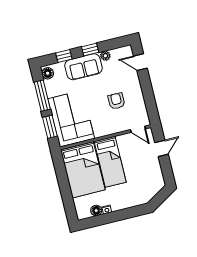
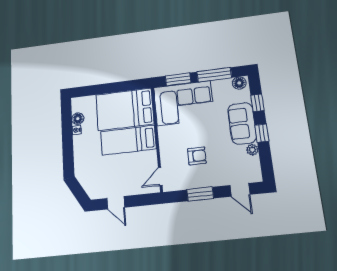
door: (140, 62) -> (240, 190), swing flipped
window: (148, 94) -> (200, 194), added
door: (161, 148) -> (116, 203), moved

